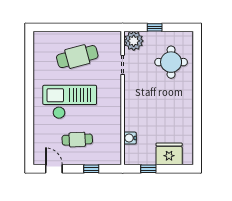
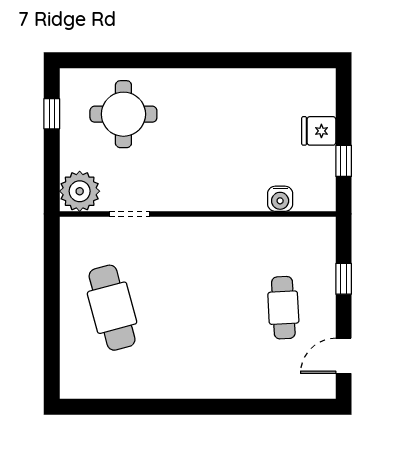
window: (155, 27) -> (52, 114), moved
checkout: (70, 102) -> (206, 323), removed
fridge: (169, 154) -> (319, 131), width x0.53, depth x0.75

